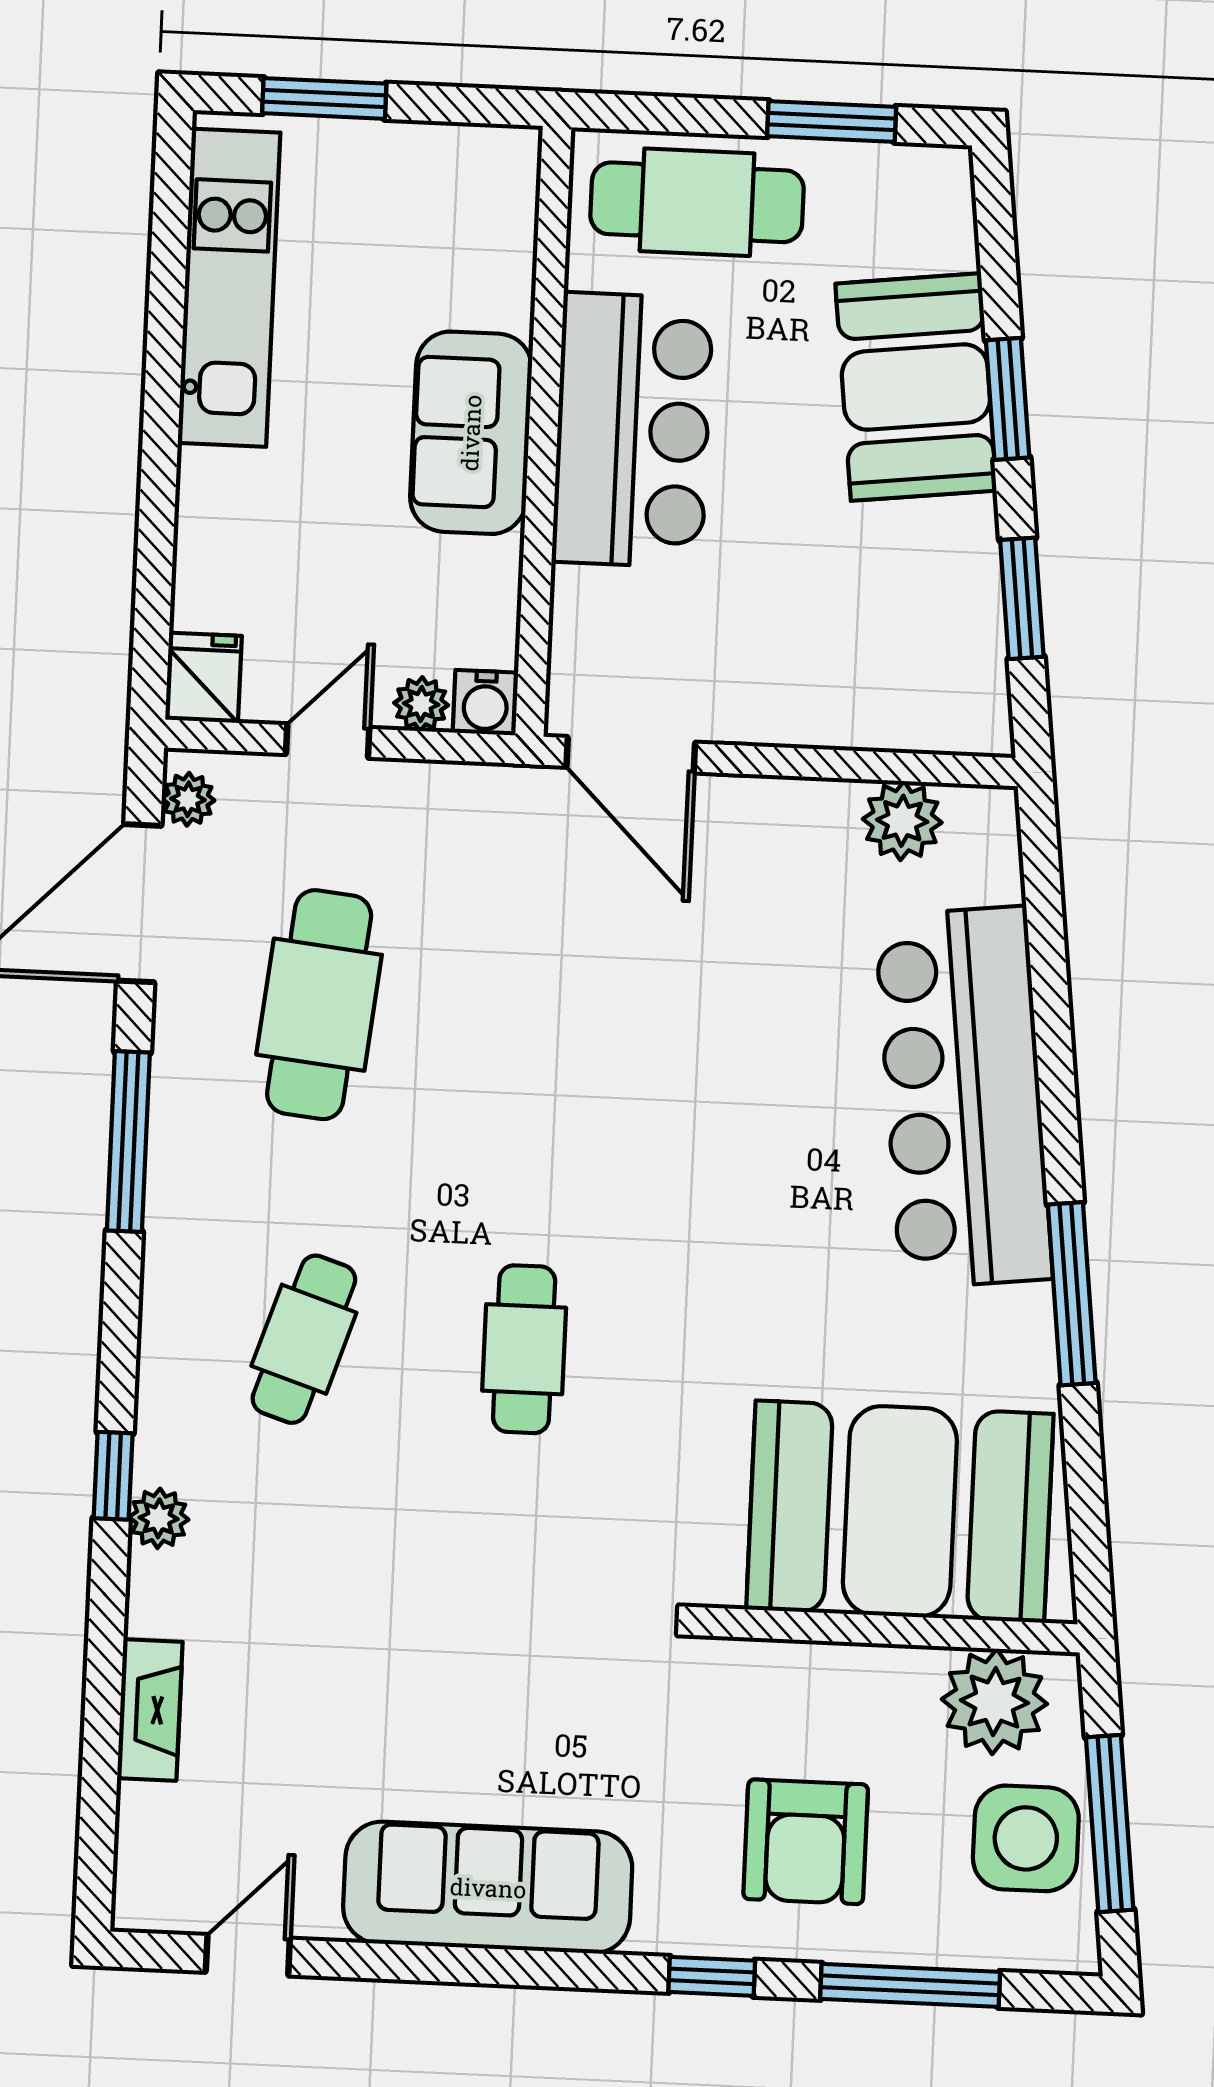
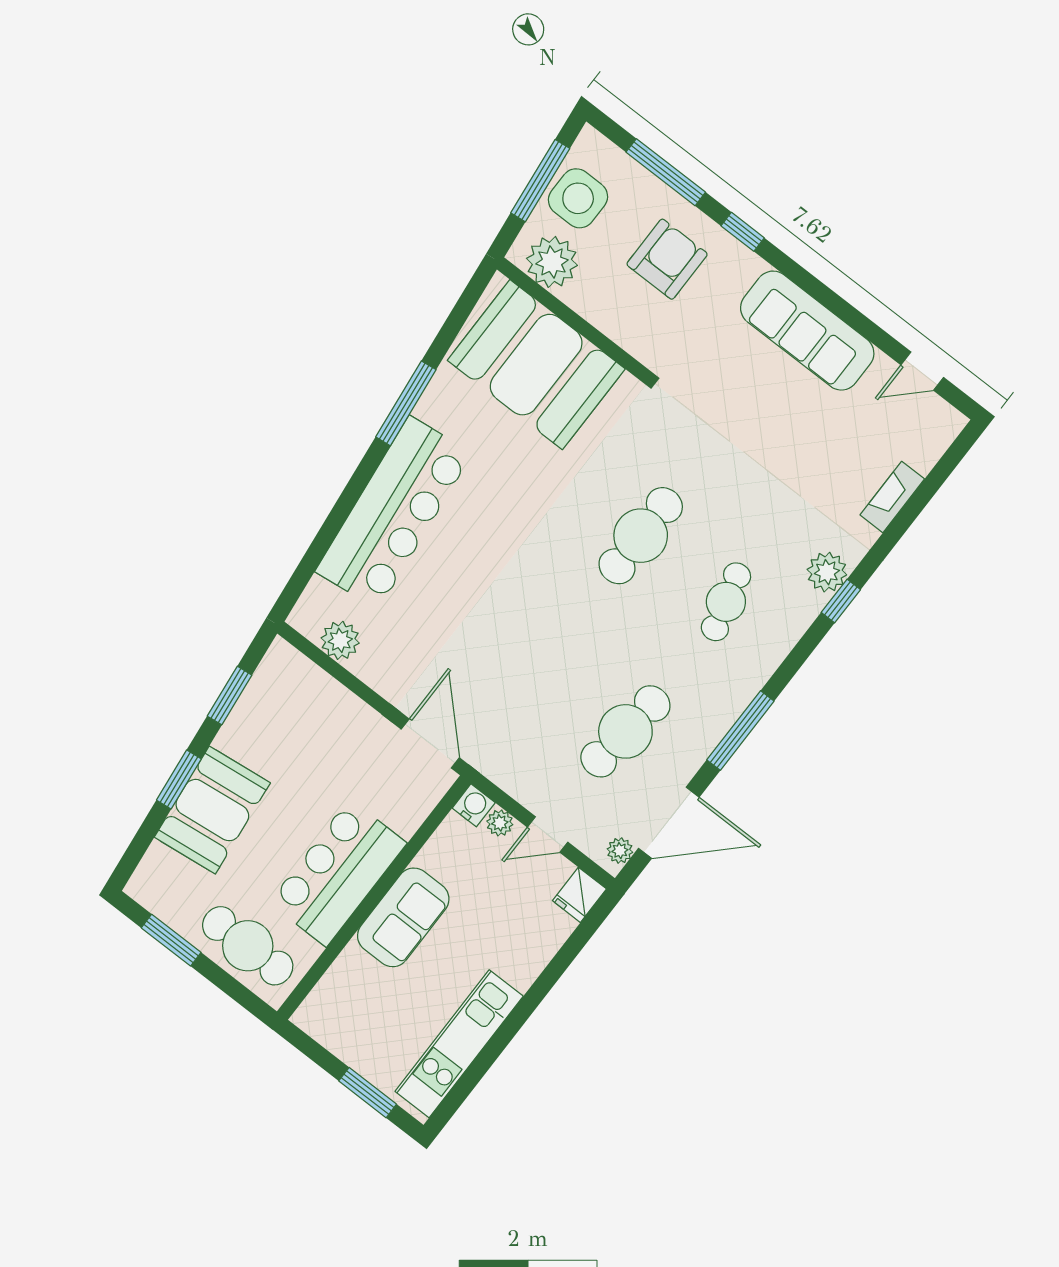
cafe table: (304, 1339) -> (726, 602), turned -33
cafe table: (524, 1349) -> (641, 536), width x1.37, depth x1.35
plant: (159, 1518) -> (827, 572), width x1.38, depth x1.38

